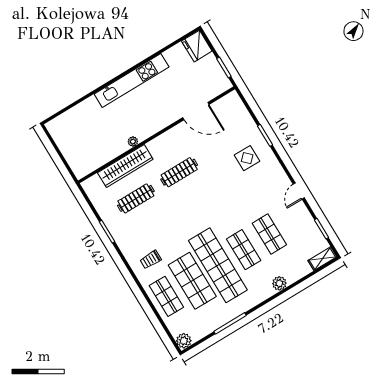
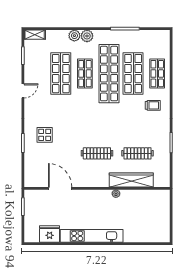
fridge: (197, 46) -> (50, 234), moved, turned -90
shop shelf: (269, 234) -> (61, 74), width x1.43, depth x1.36
plant: (184, 341) -> (87, 36), moved

